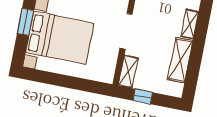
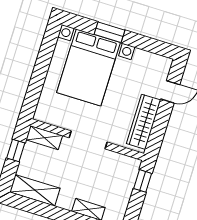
shelving: (180, 60) -> (35, 190), moved

